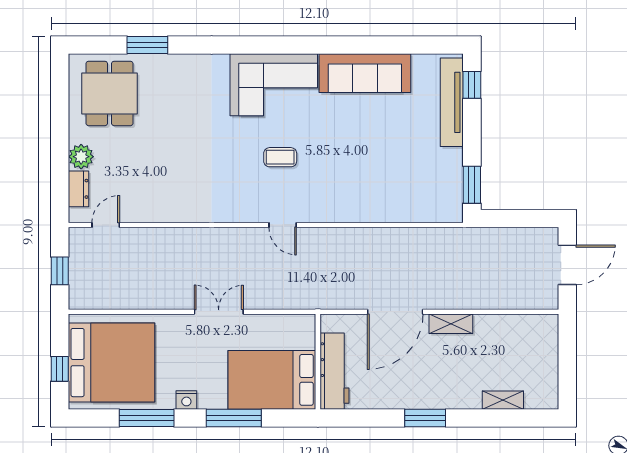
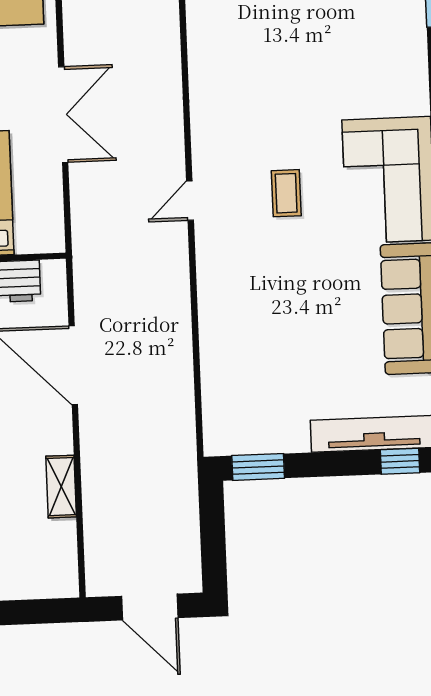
double door: (219, 312) -> (63, 115), width x1.37
shelving: (451, 324) -> (61, 487), moved

